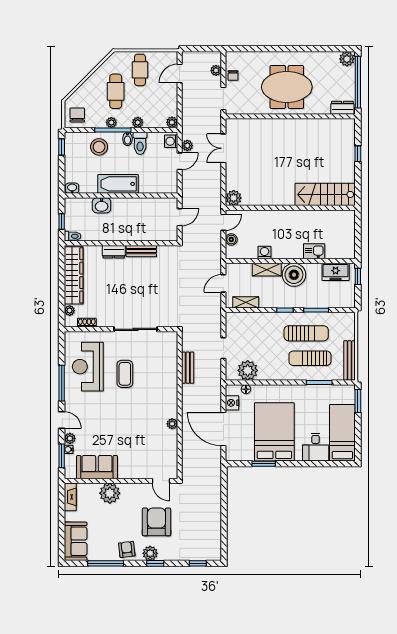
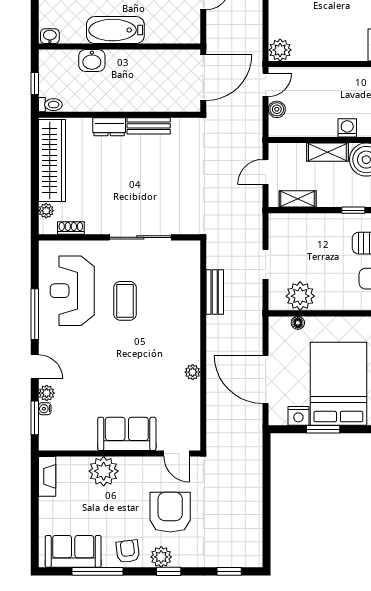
door: (180, 217) -> (203, 78), width x1.88
washing machine: (264, 253) -> (347, 128), moved
nightstand: (232, 403) -> (298, 416), moved, turned -90
sofa: (97, 467) -> (127, 434), moved
sofa: (76, 541) -> (73, 551), moved, turned -90

